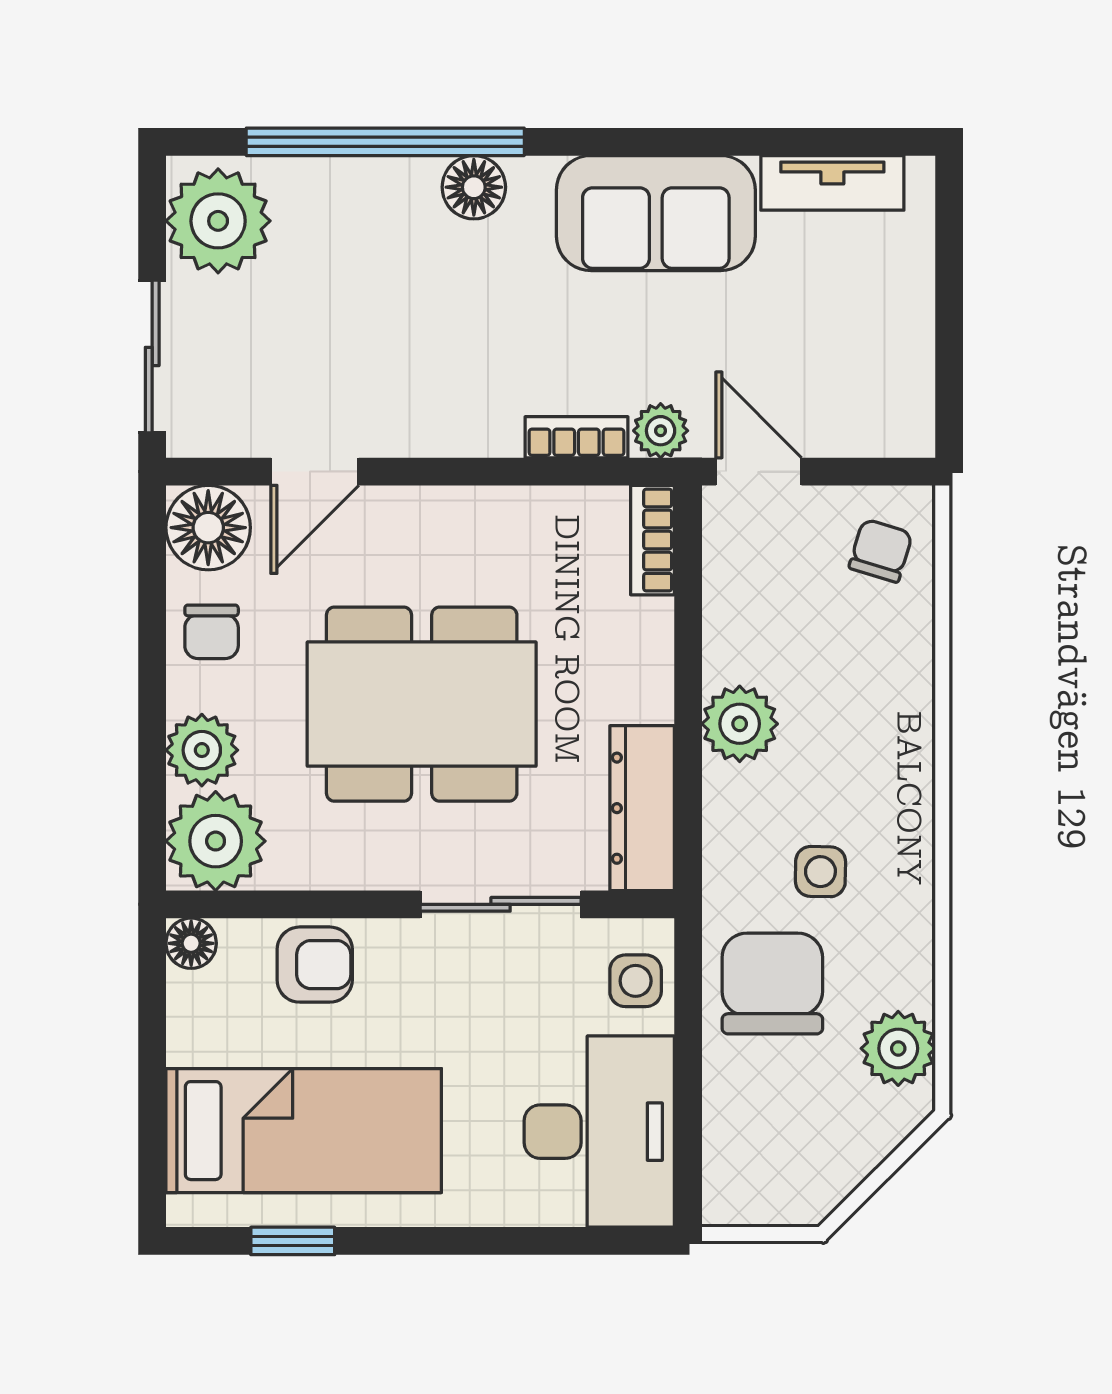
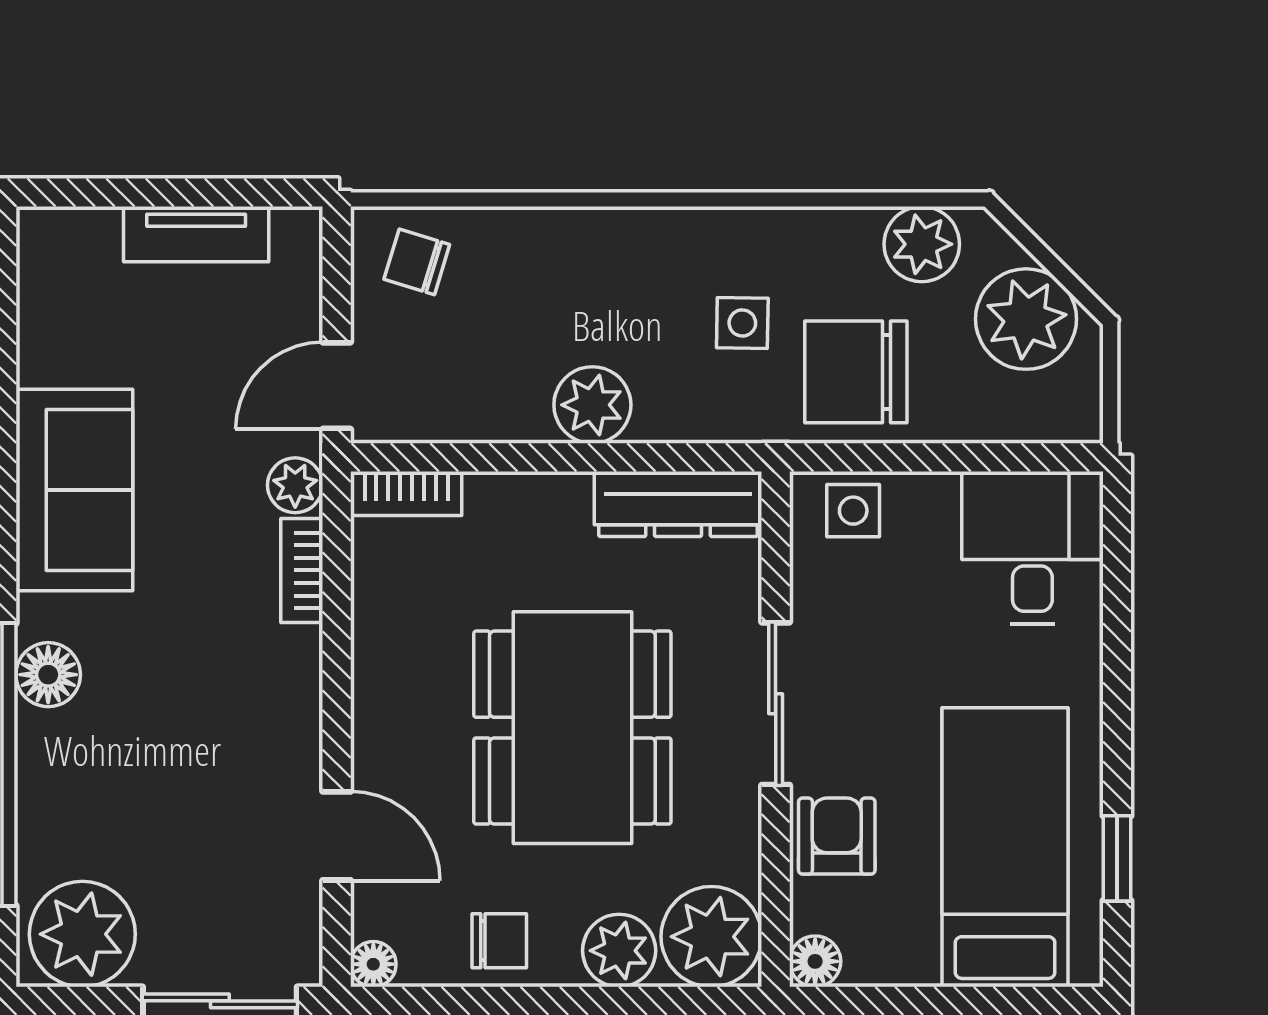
tv unit: (832, 183) -> (196, 234), moved, turned 90
floor lamp: (208, 528) -> (373, 964), width x0.53, depth x0.53
sliding door: (501, 904) -> (776, 704), moved
desk: (599, 1132) -> (1032, 547), width x0.73
plant: (824, 1151) -> (1026, 319), added

